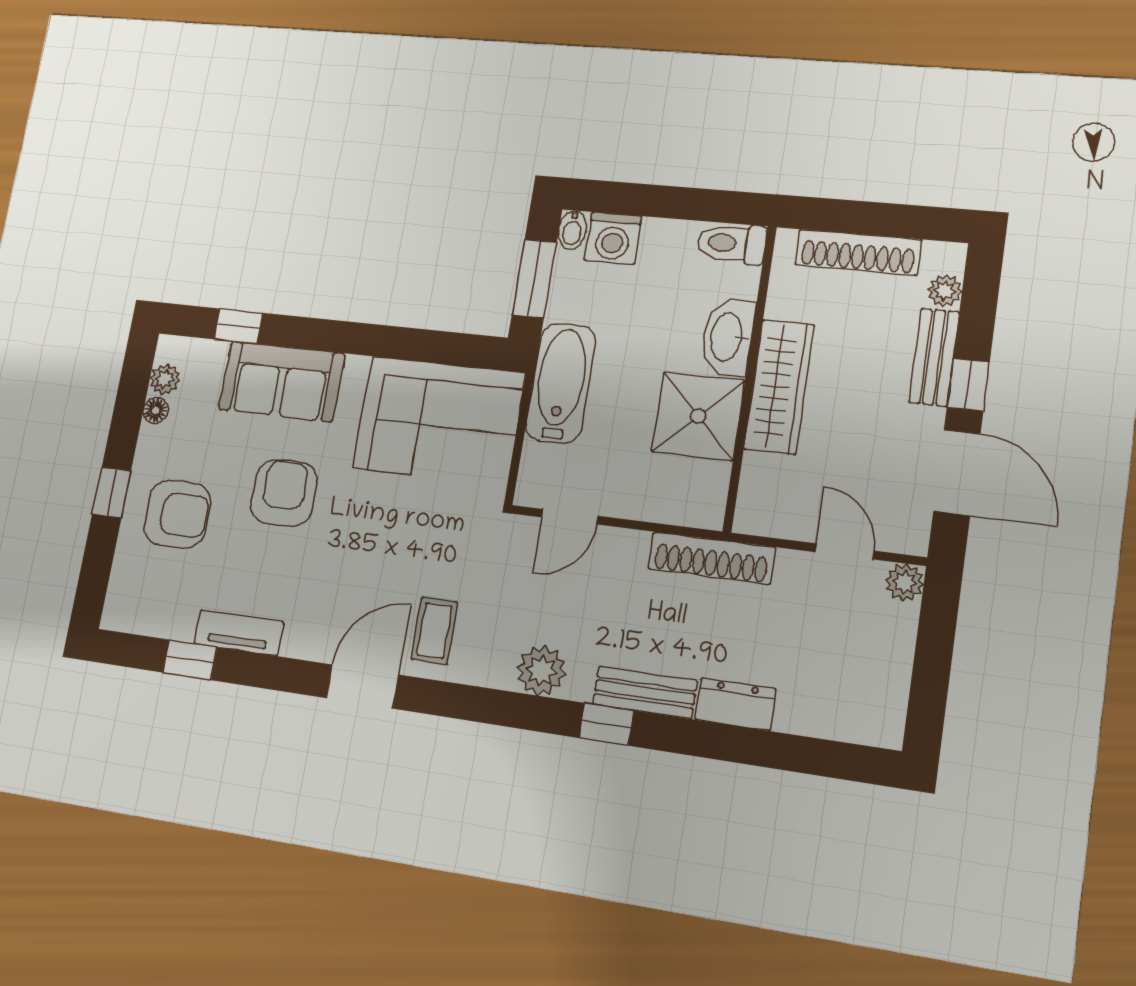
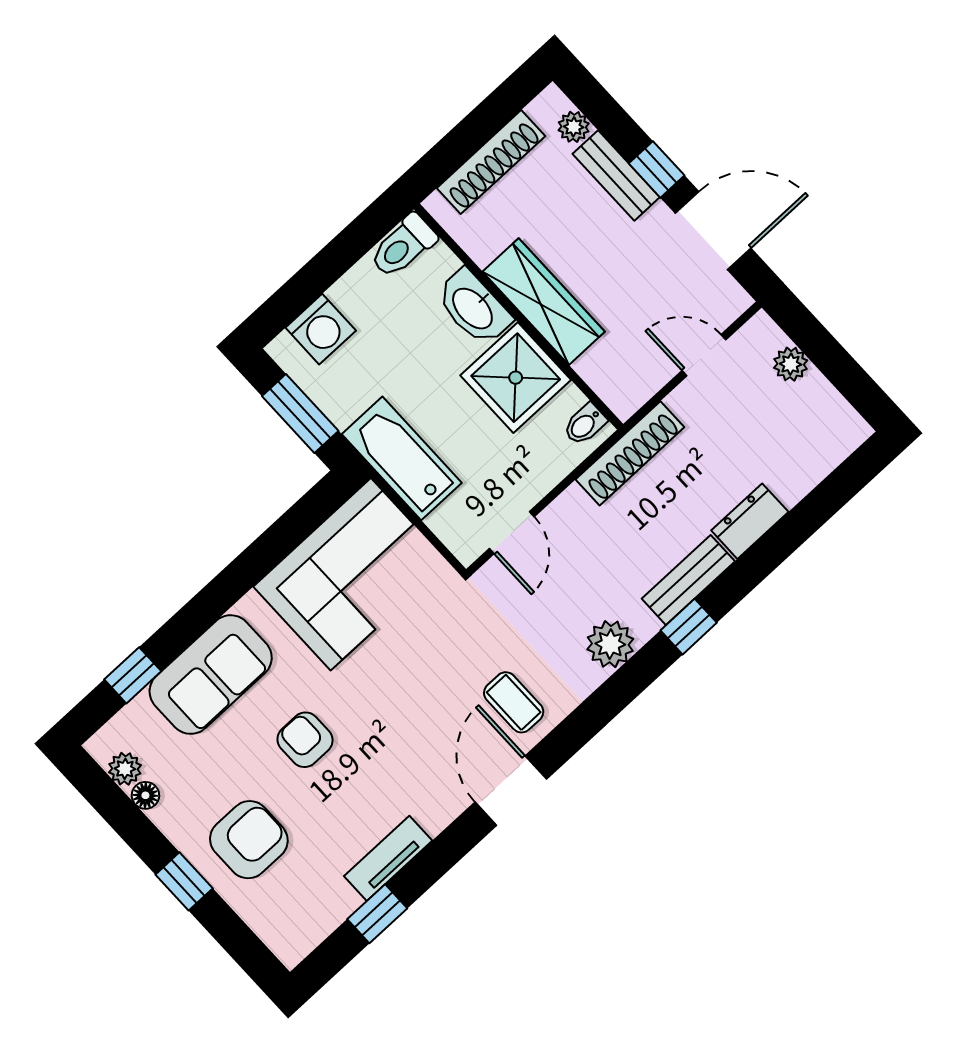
bidet: (572, 230) -> (585, 424), moved, turned 90
armchair: (284, 493) -> (305, 740), width x0.72, depth x0.72
plant: (905, 582) -> (791, 364), moved

